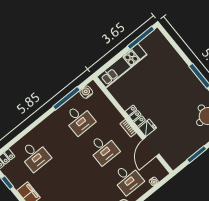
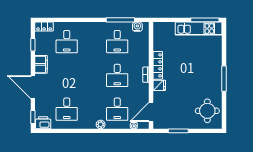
kitchen unit: (122, 66) -> (199, 29), moved
locker: (135, 116) -> (158, 65), width x1.53
door: (151, 147) -> (151, 112), moved

